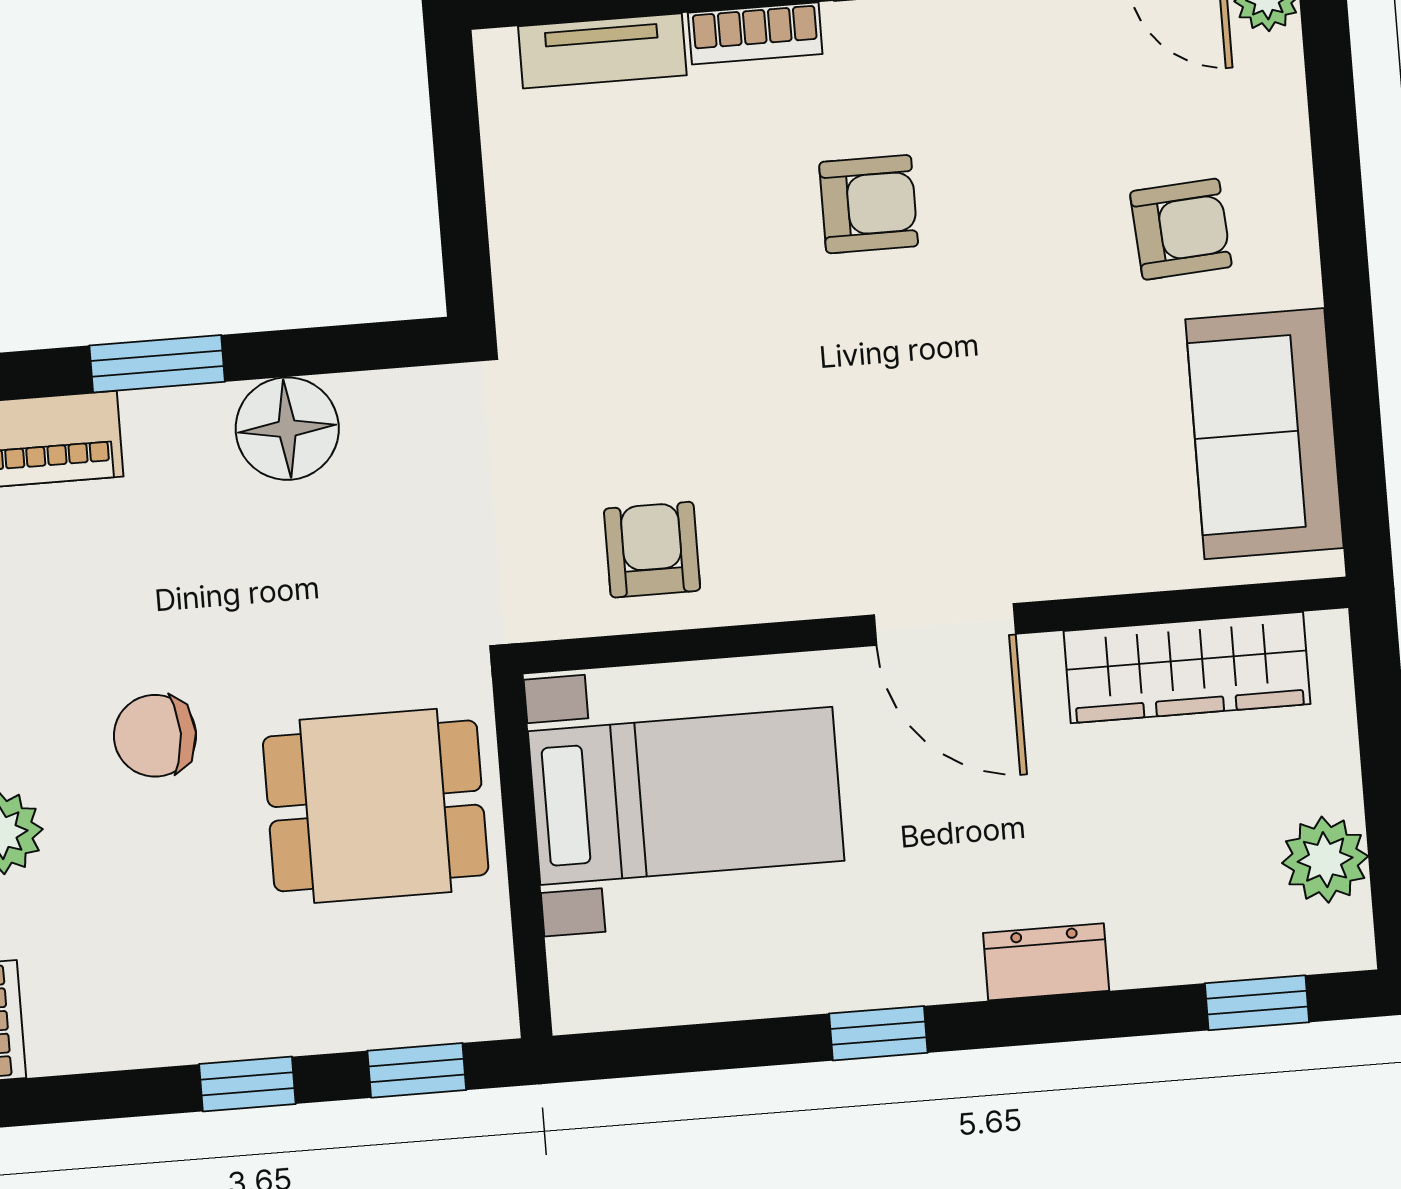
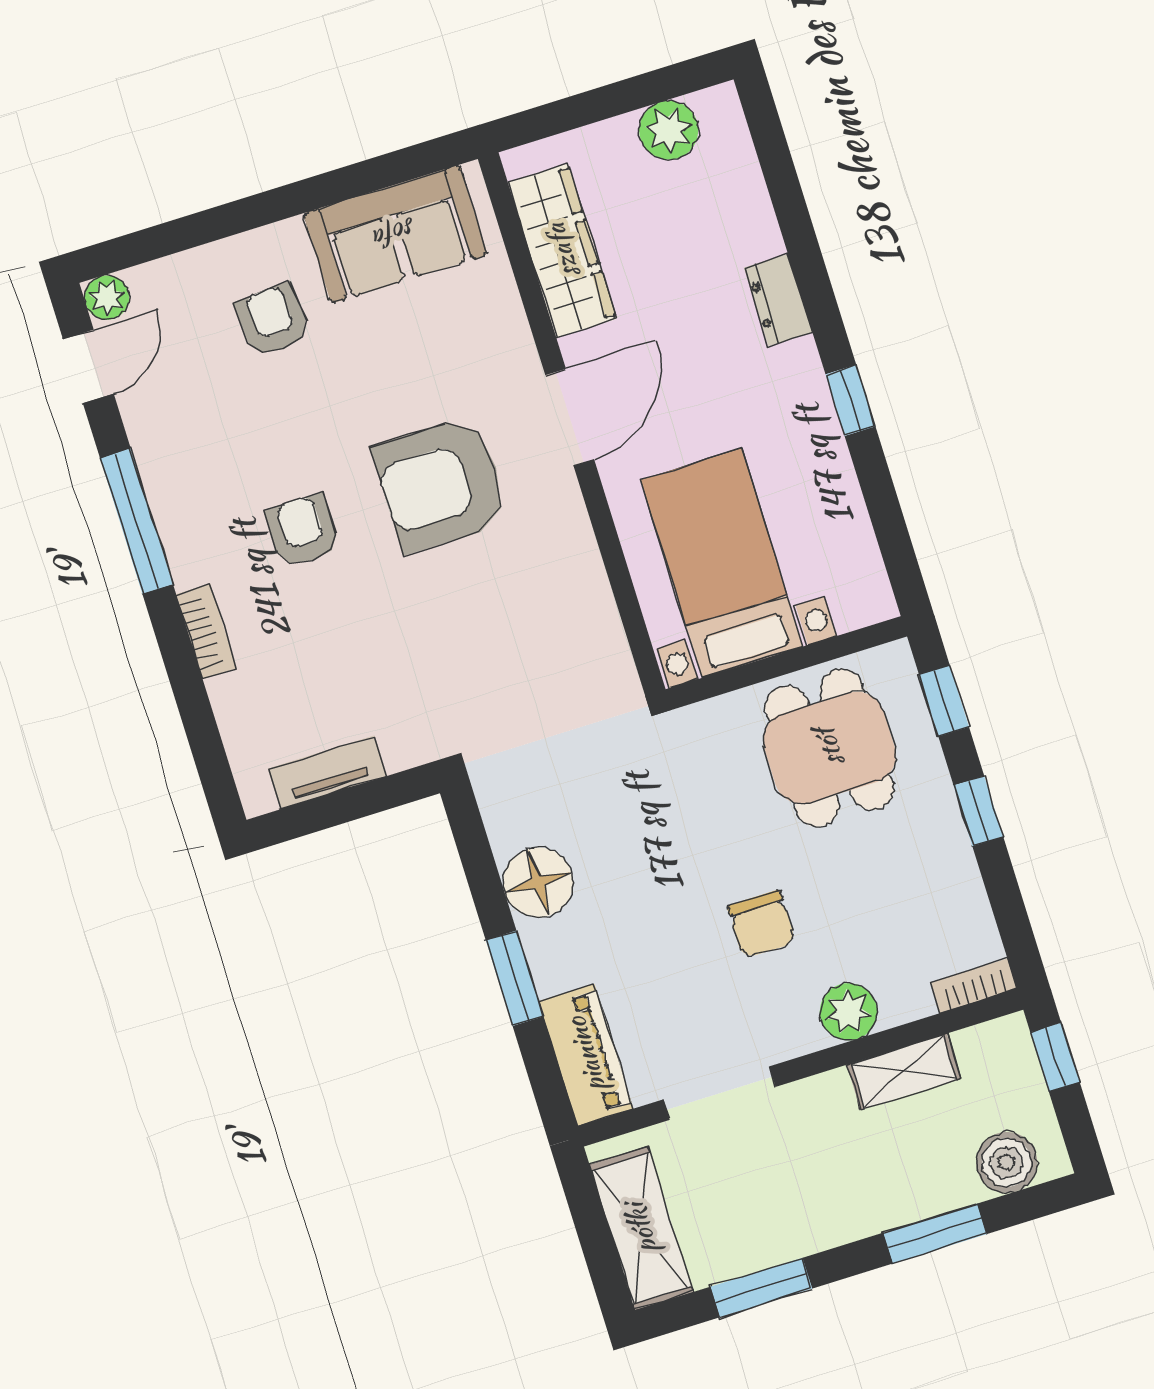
tv unit: (602, 51) -> (327, 772), moved, turned -90
armchair: (652, 550) -> (441, 484), moved, width x1.88, depth x1.88
dining table: (376, 806) -> (829, 748), moved
window: (1257, 1003) -> (774, 154), removed

